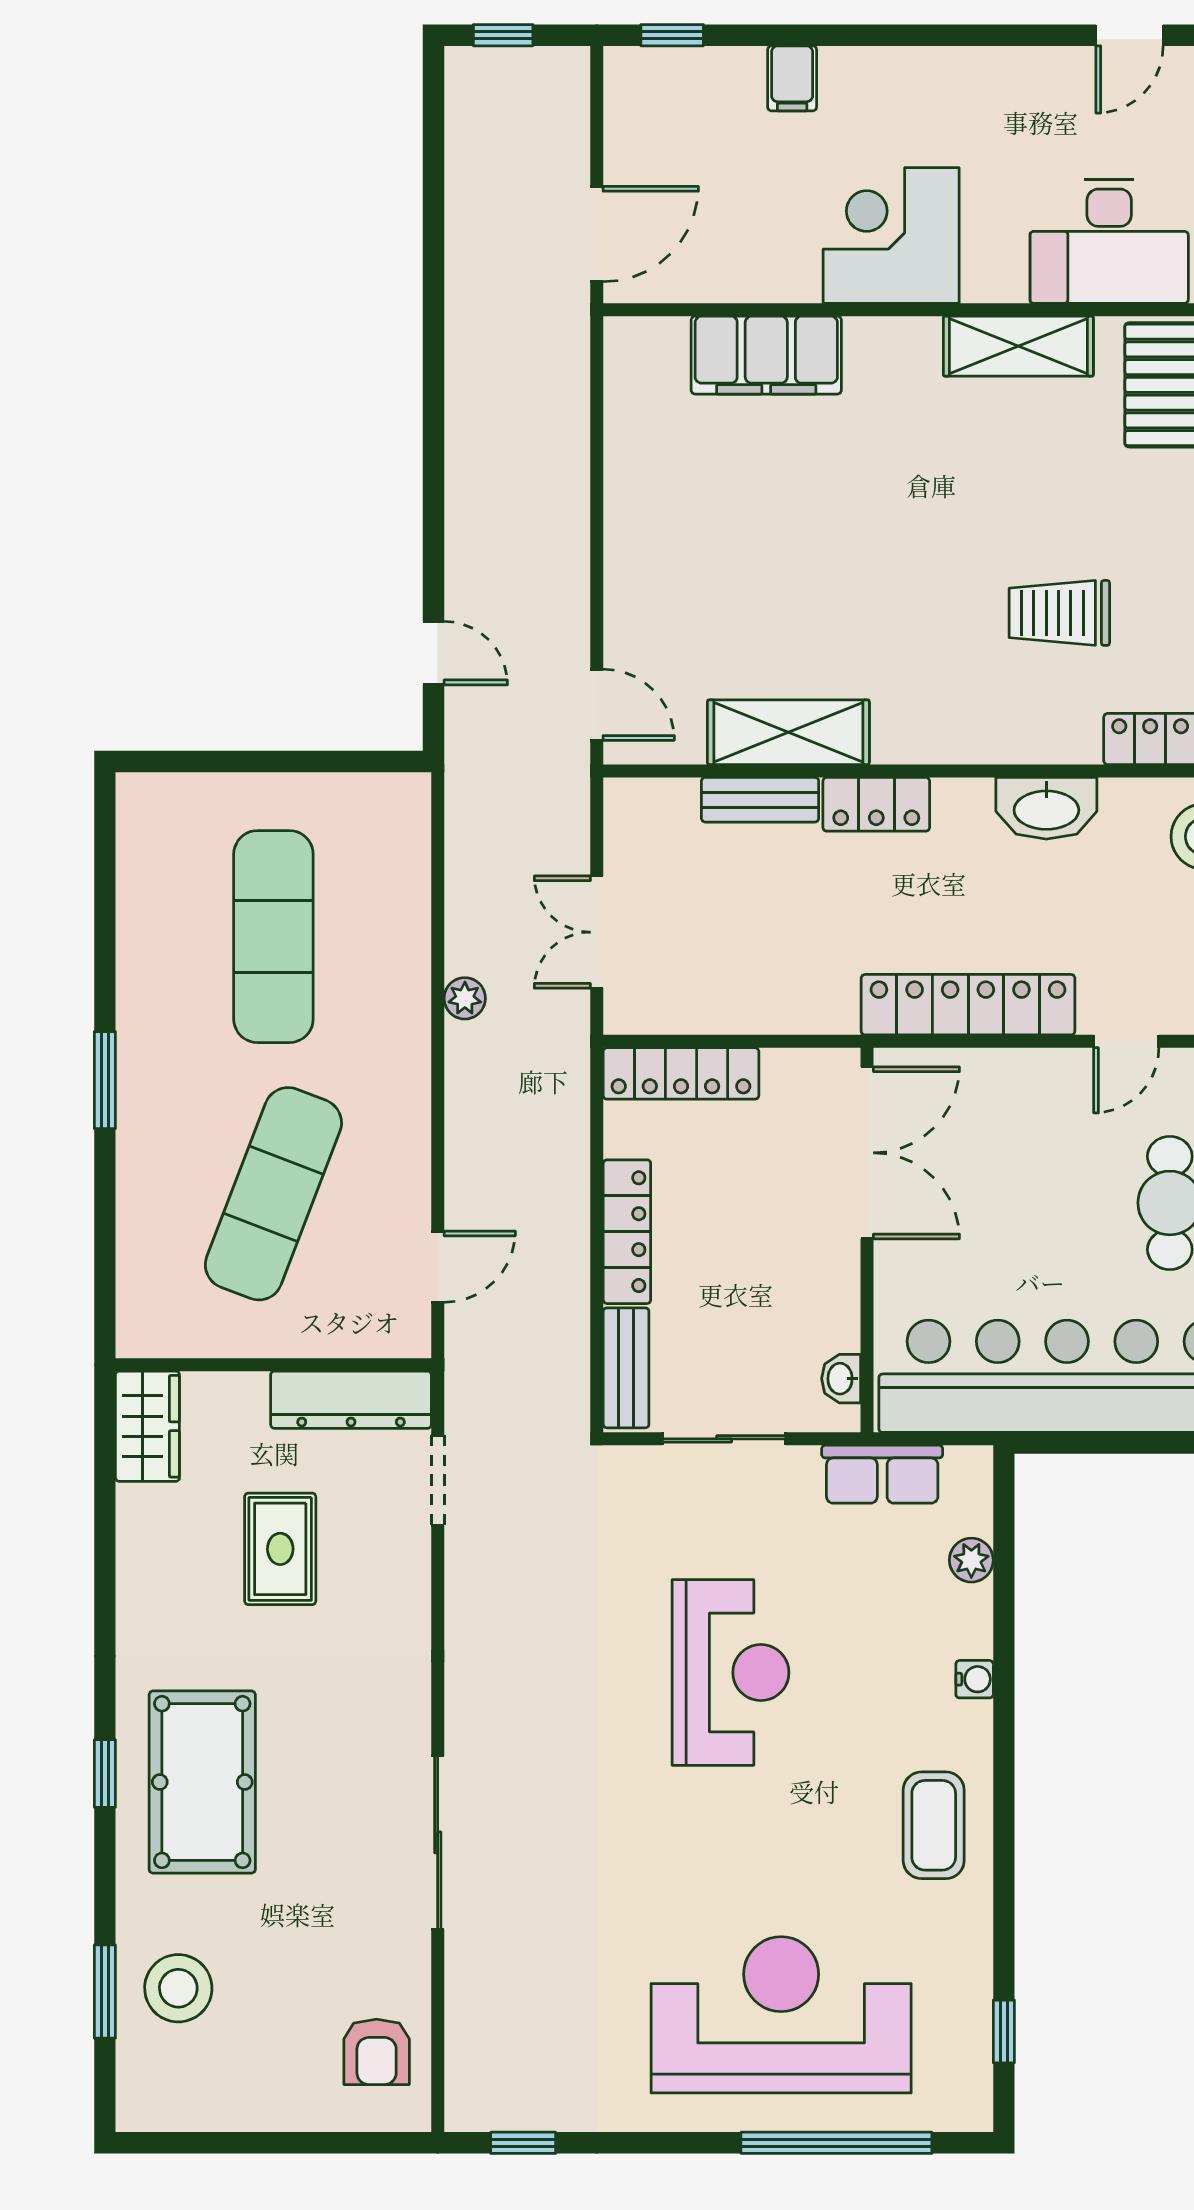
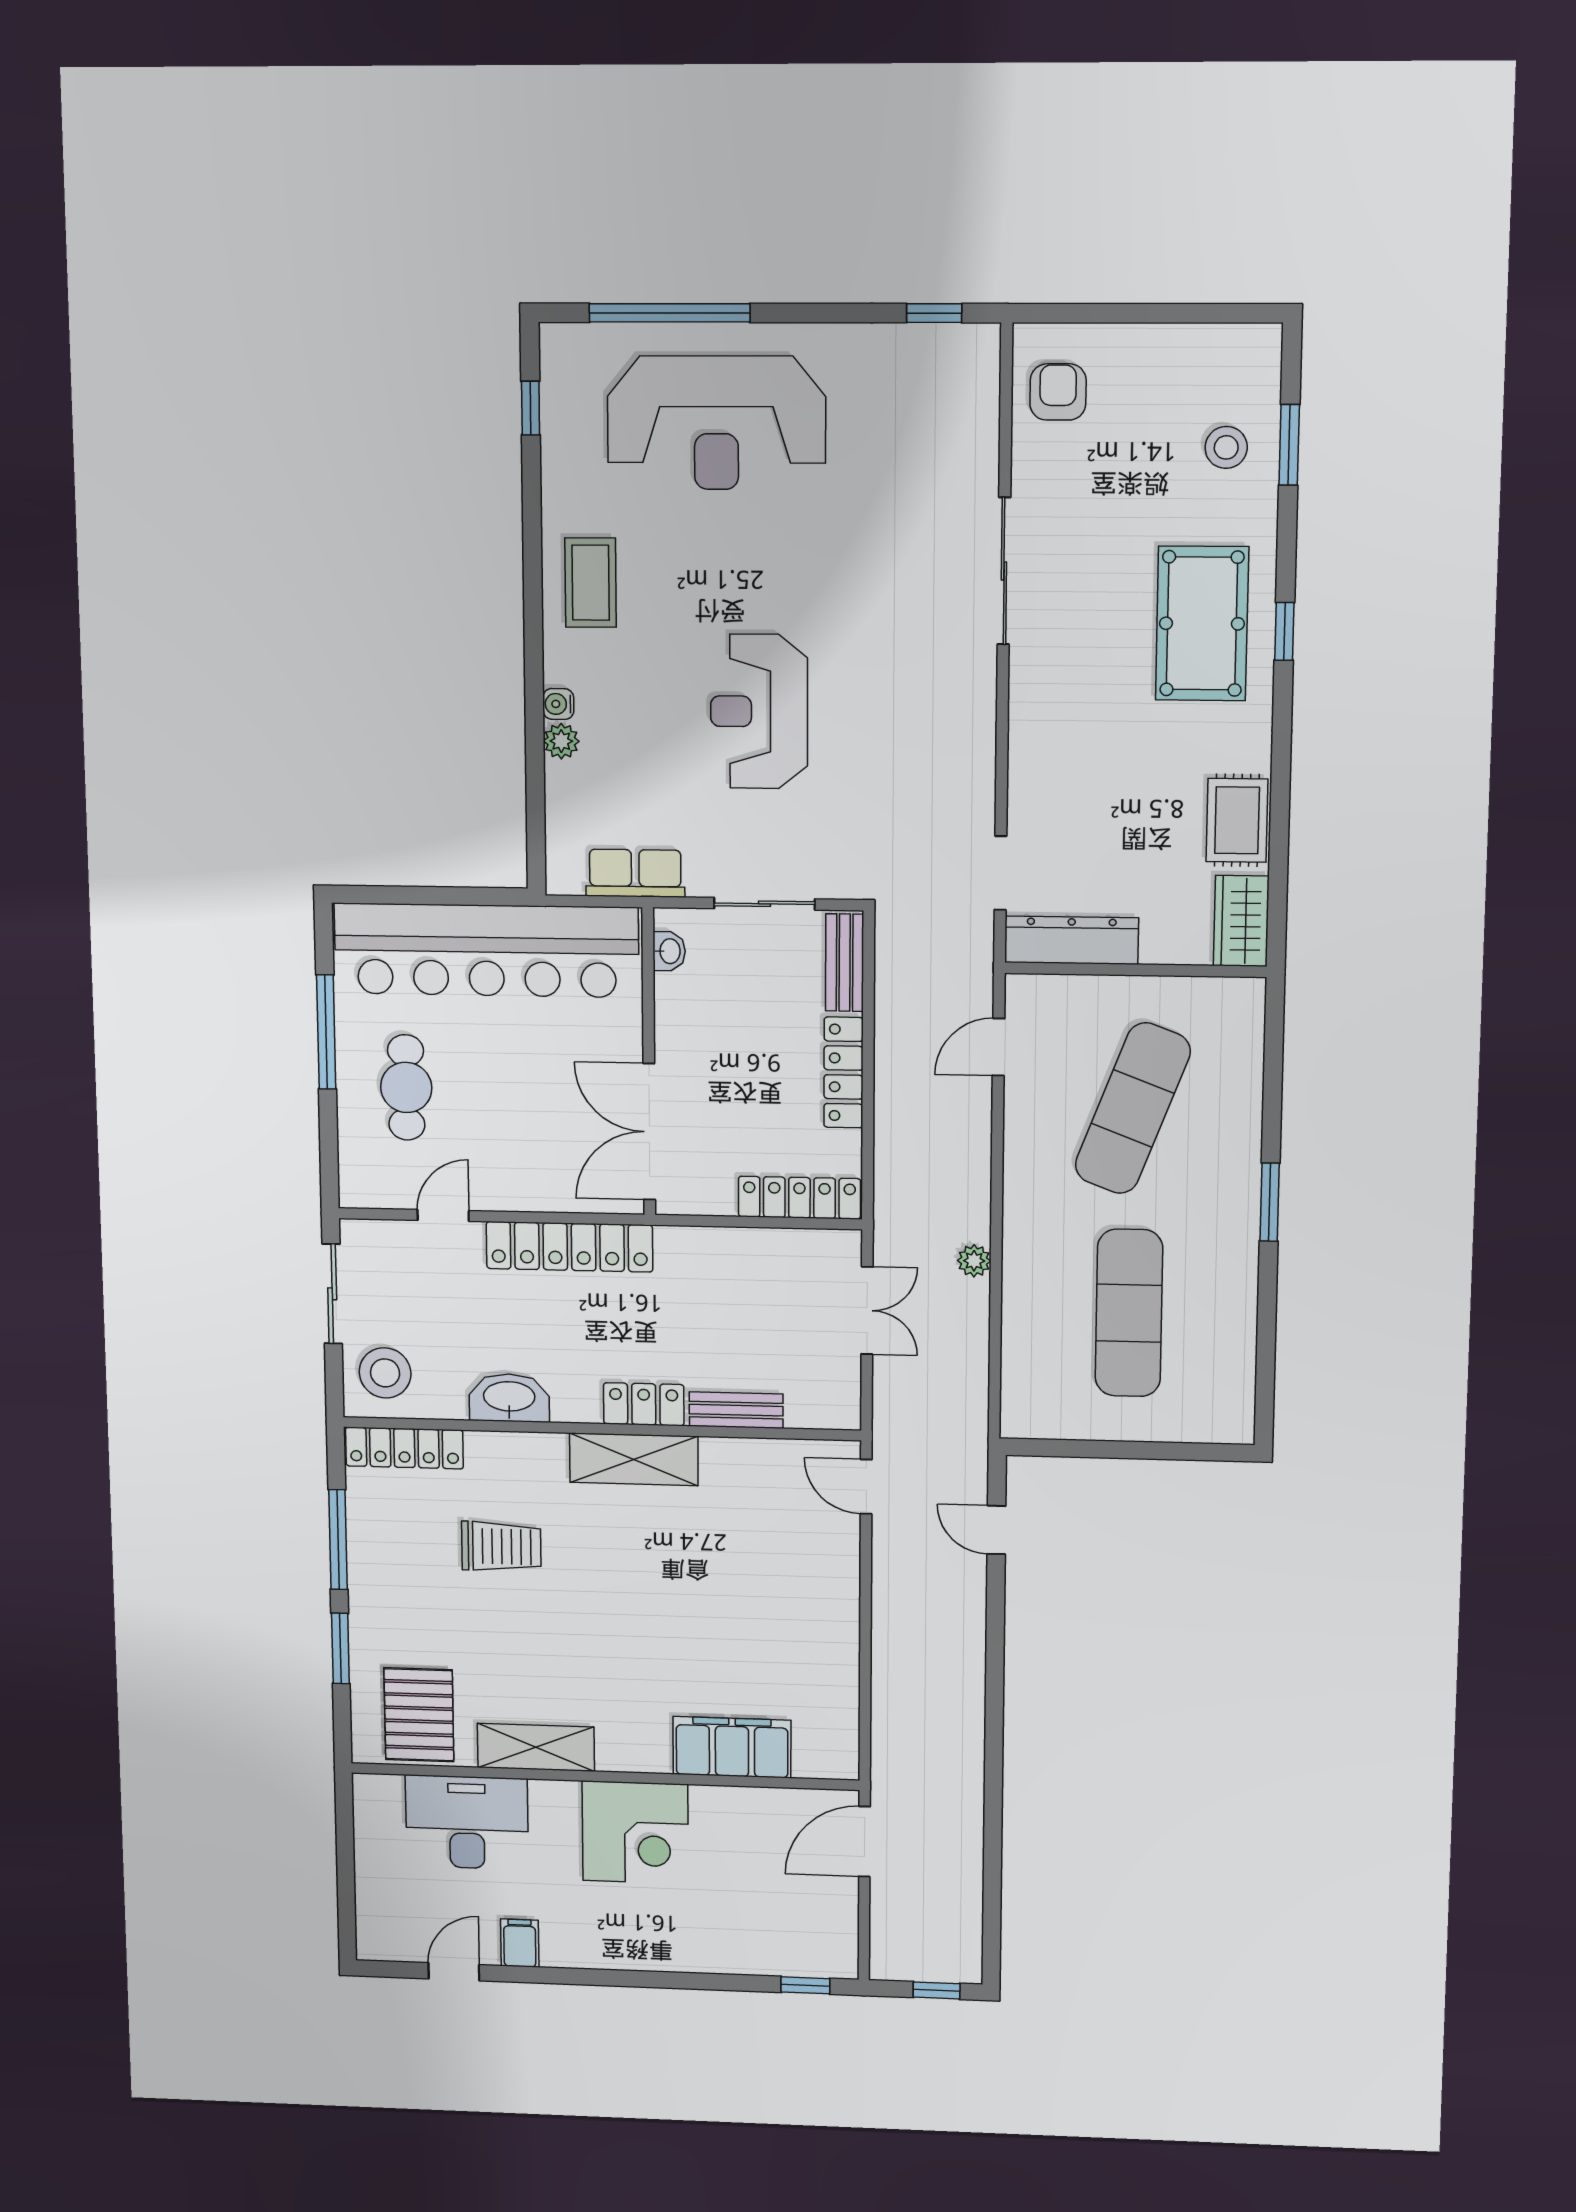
filing cabinet: (792, 78) -> (520, 1943), moved
shelving: (788, 732) -> (634, 1459), moved
rug: (280, 1549) -> (1237, 820), moved
plant: (971, 1560) -> (561, 741), moved
stool: (178, 1988) -> (1226, 447), width x0.73, depth x0.73

